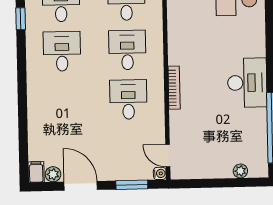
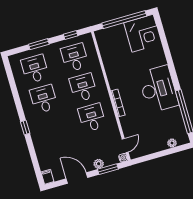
window: (21, 19) -> (25, 127), moved
desk: (247, 83) -> (158, 89), width x1.36, depth x1.30
door: (168, 156) -> (125, 145), swing flipped
plant: (53, 174) -> (99, 164), moved

